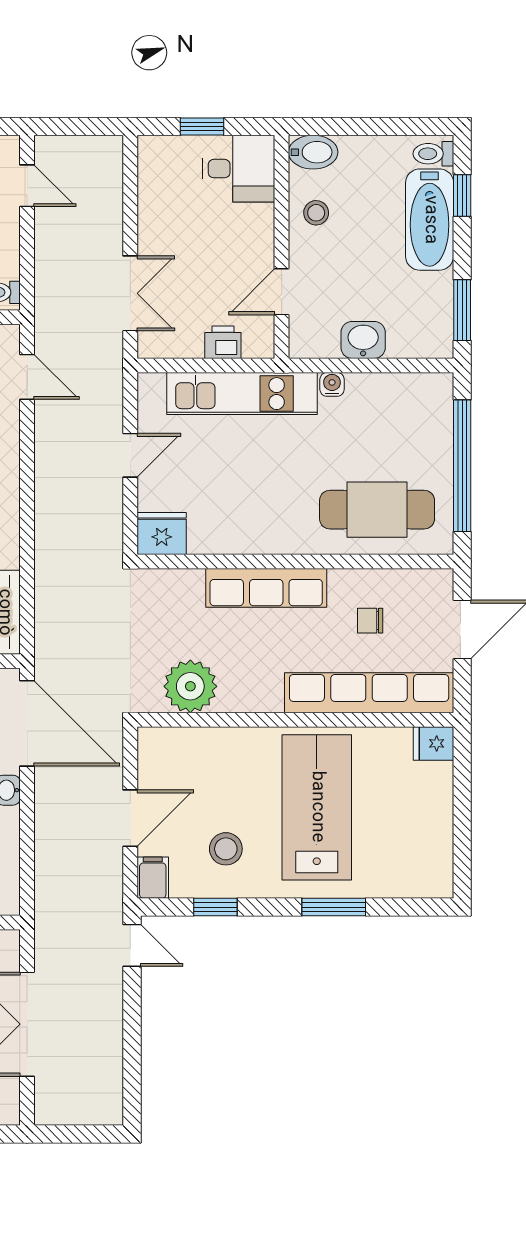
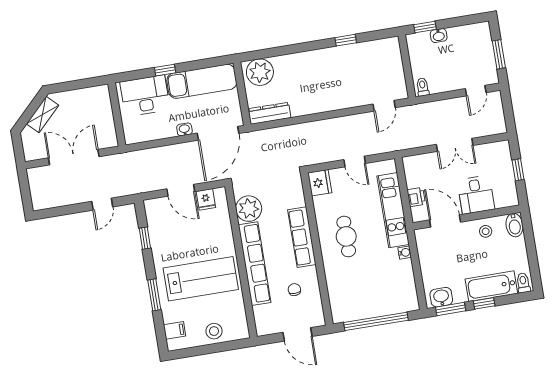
desk: (239, 169) -> (476, 195), moved
window: (462, 196) -> (484, 303), moved
door: (282, 292) -> (445, 221), width x1.38
double door: (130, 293) -> (455, 145), moved
washbasin: (363, 340) -> (441, 297), moved, turned -90
cafe table: (377, 510) -> (346, 236), moved, width x0.73, depth x0.74
row of seats: (369, 693) -> (255, 264), moved
fridge: (433, 743) -> (206, 199), moved, turned 180
stool: (226, 849) -> (214, 331), moved
filing cabinet: (153, 878) -> (175, 330), moved
door: (132, 945) -> (102, 204), moved

